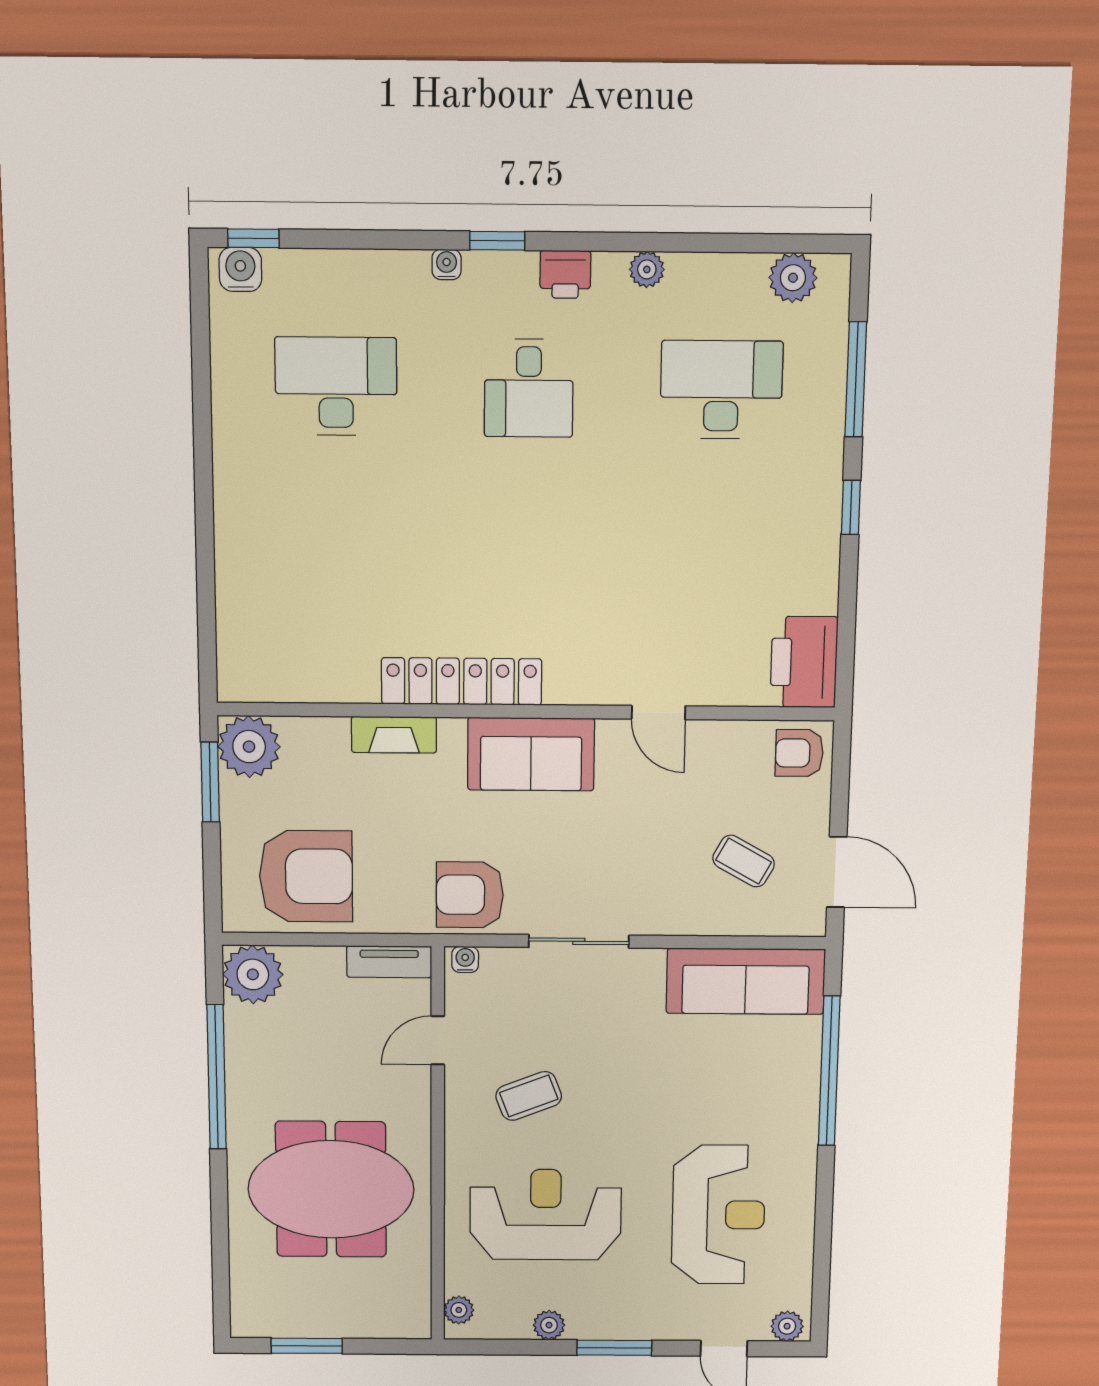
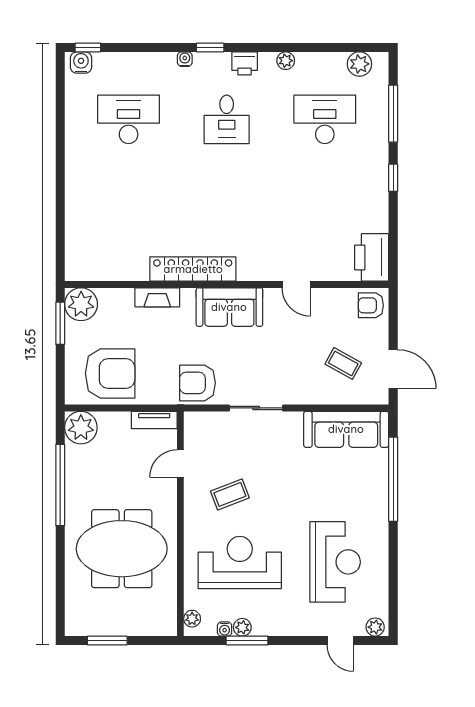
water cooler: (465, 959) -> (225, 629), moved, turned 180
window: (614, 1348) -> (247, 641), moved

